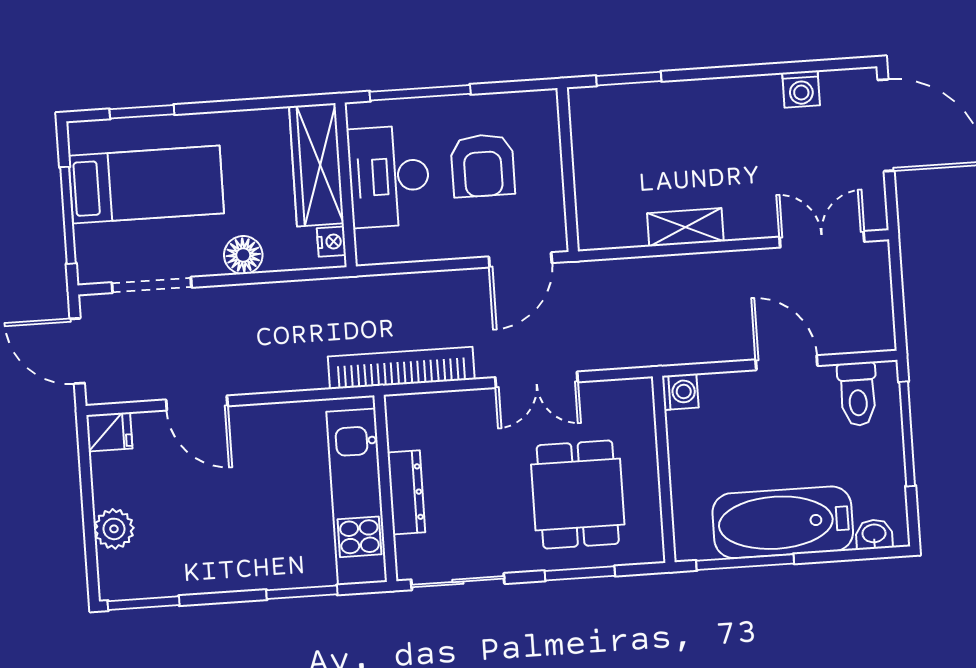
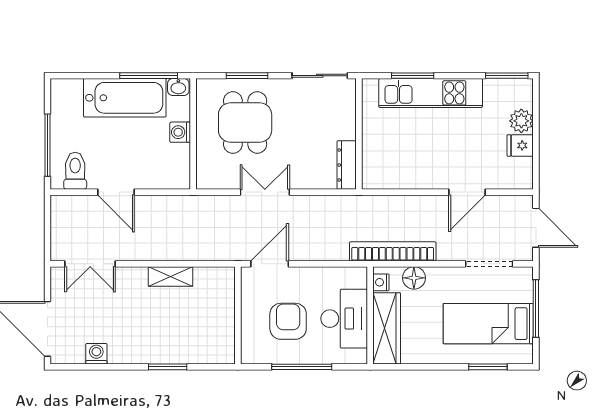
window: (629, 79) -> (168, 367), moved
window: (420, 93) -> (302, 367), moved
floor lamp: (243, 255) -> (414, 278), moved
bookcase: (401, 368) -> (393, 251), moved, turned 180
washing machine: (680, 392) -> (180, 132), moved
door: (197, 403) -> (467, 192), swing flipped
fridge: (109, 432) -> (520, 145), moved
dresser: (406, 492) -> (347, 165), moved
kitchen unit: (357, 497) -> (431, 93), moved, turned 90
washbasin: (874, 534) -> (178, 87), moved

